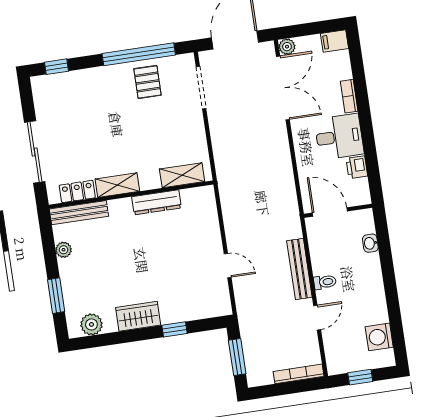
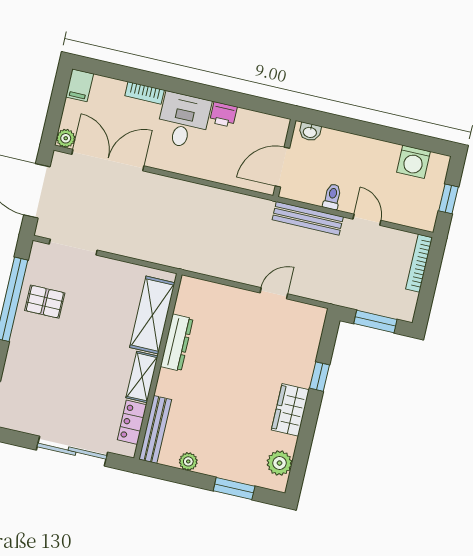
shelving: (182, 175) -> (152, 315), width x1.50, depth x1.33
wall: (338, 211) -> (284, 158), moved
door: (330, 212) -> (282, 167), moved

